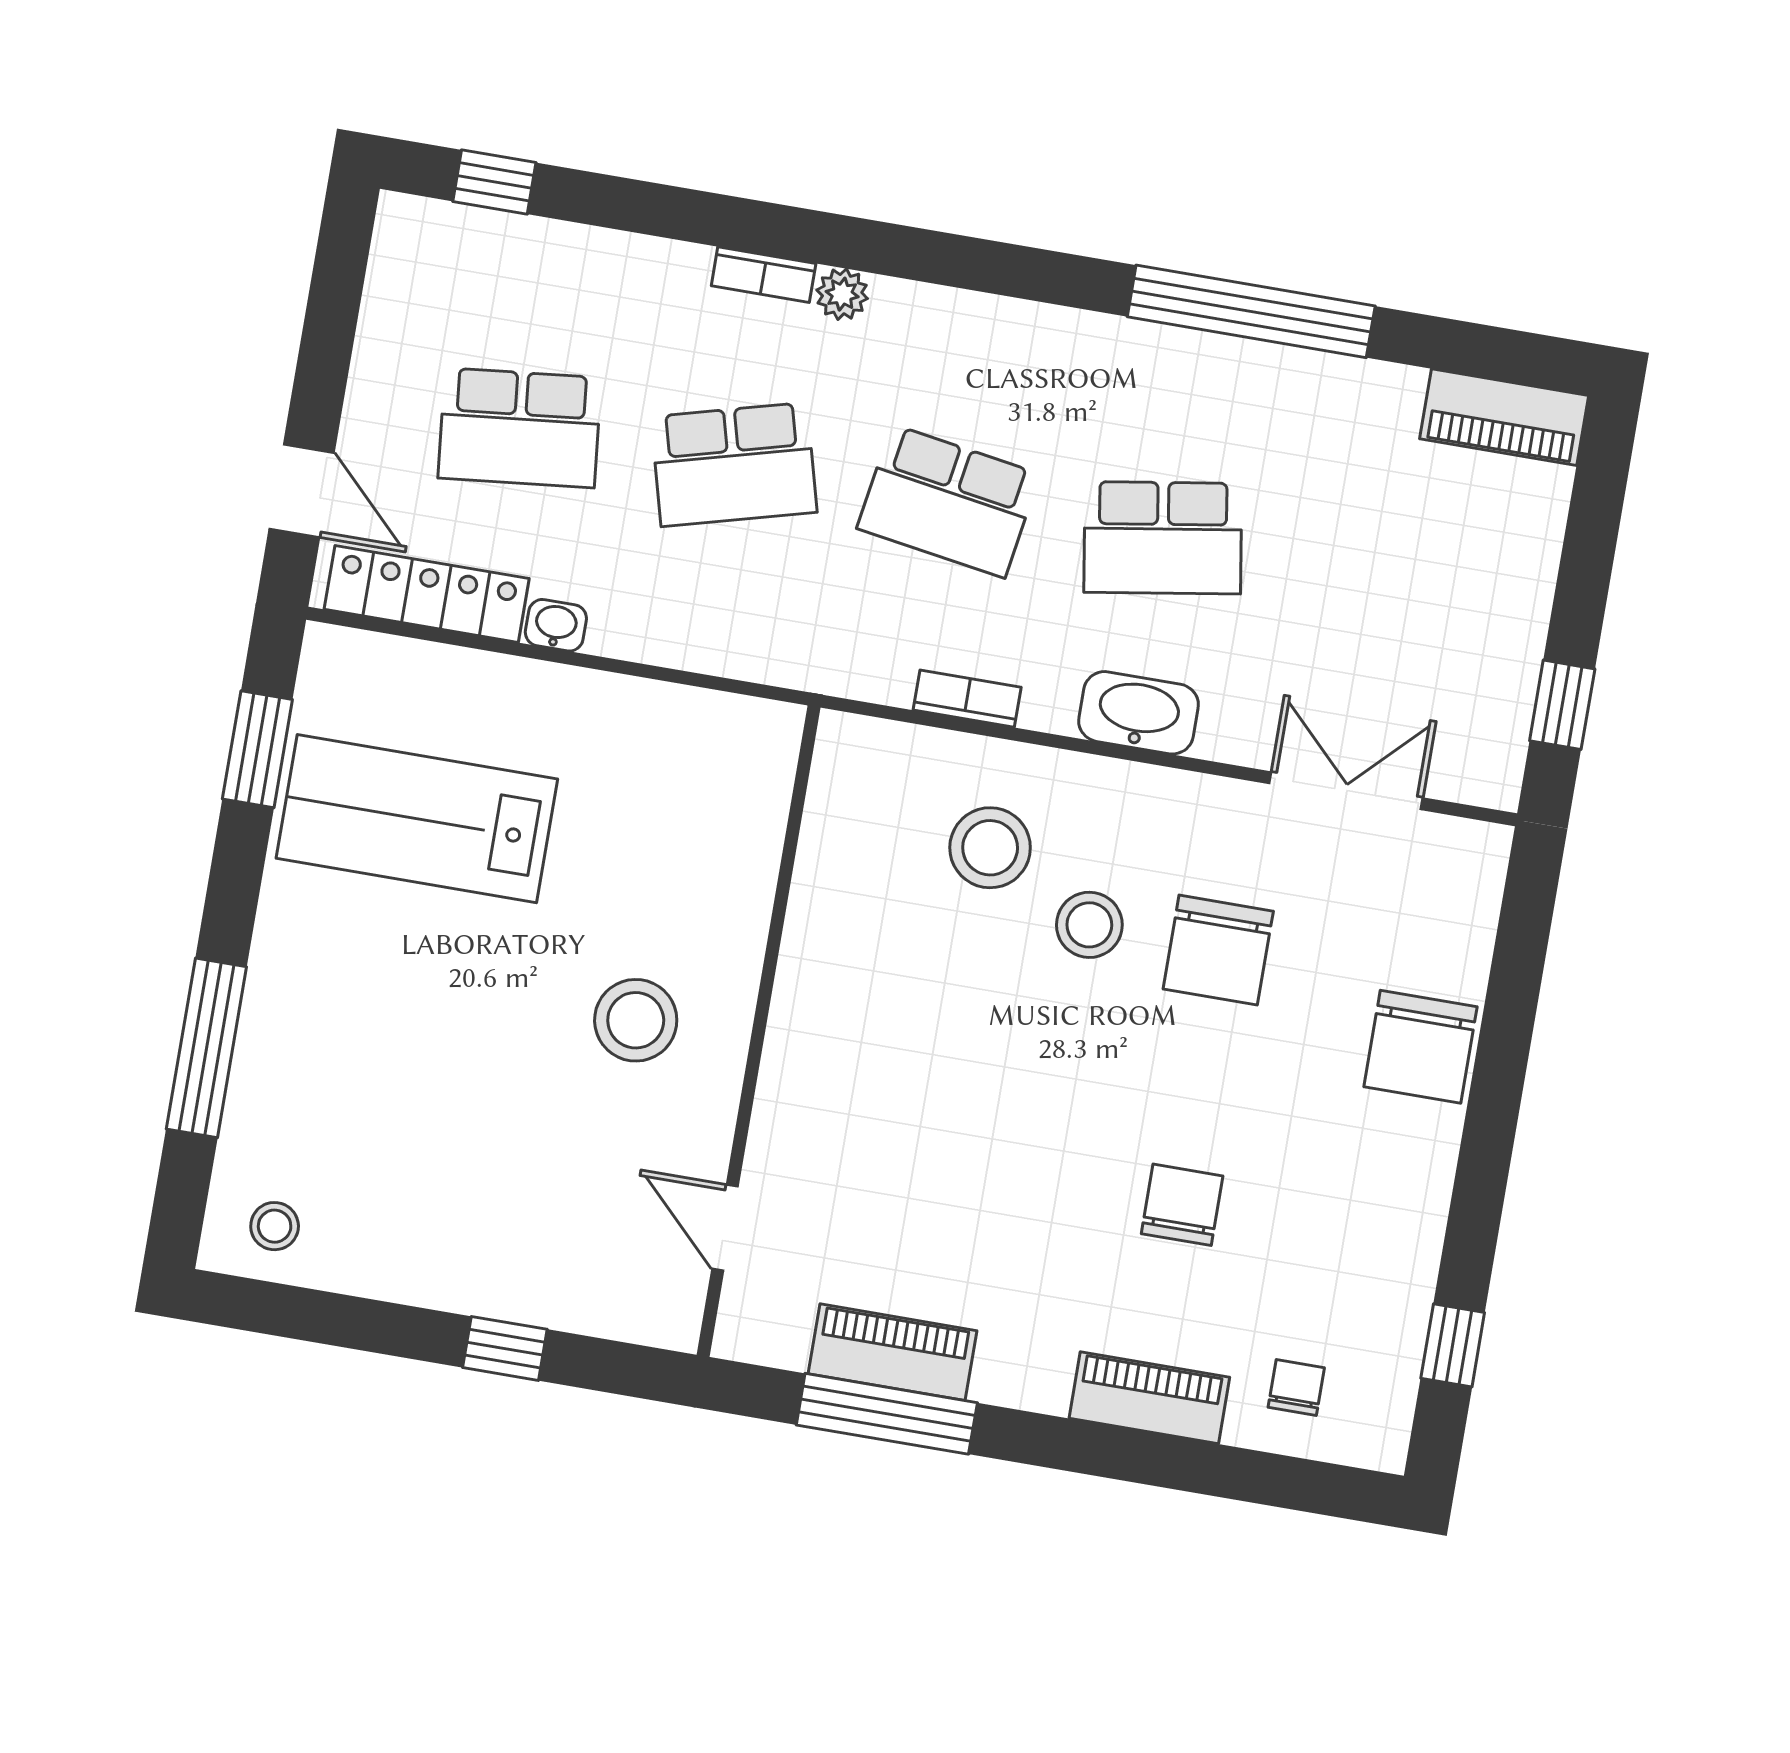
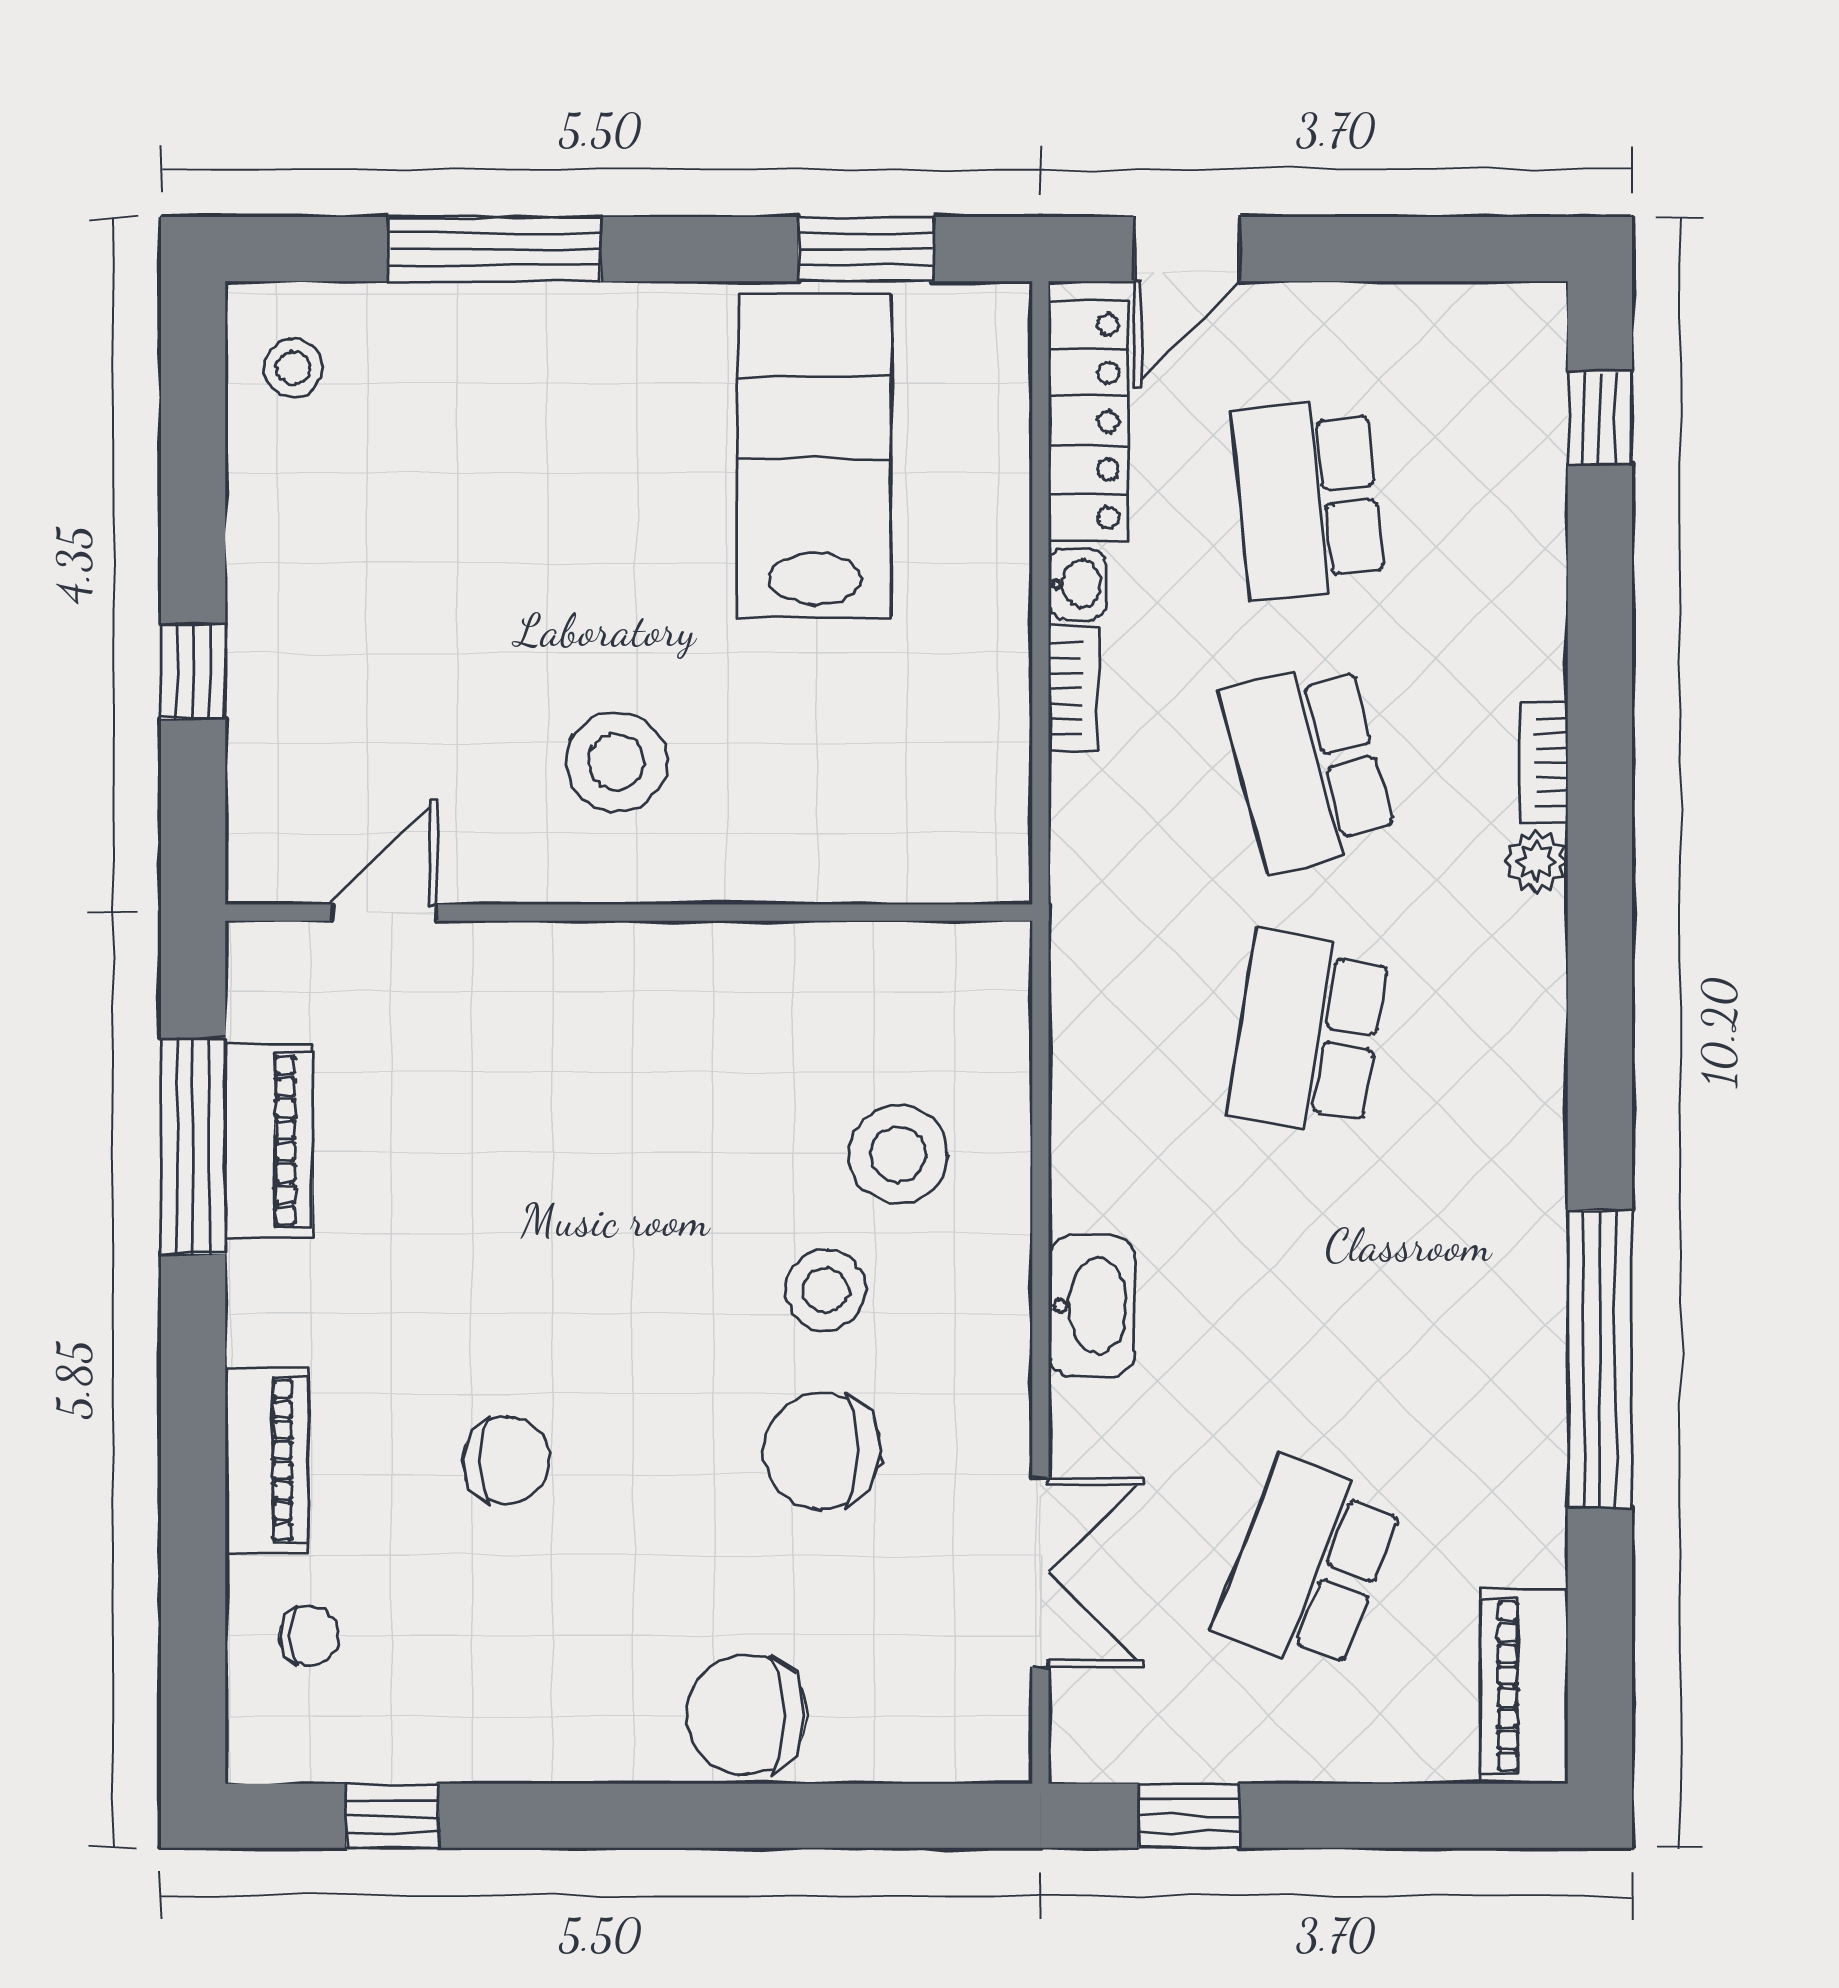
school desk: (1163, 538) -> (1308, 1565), moved, turned 30
bookcase: (967, 699) -> (1073, 689), moved

